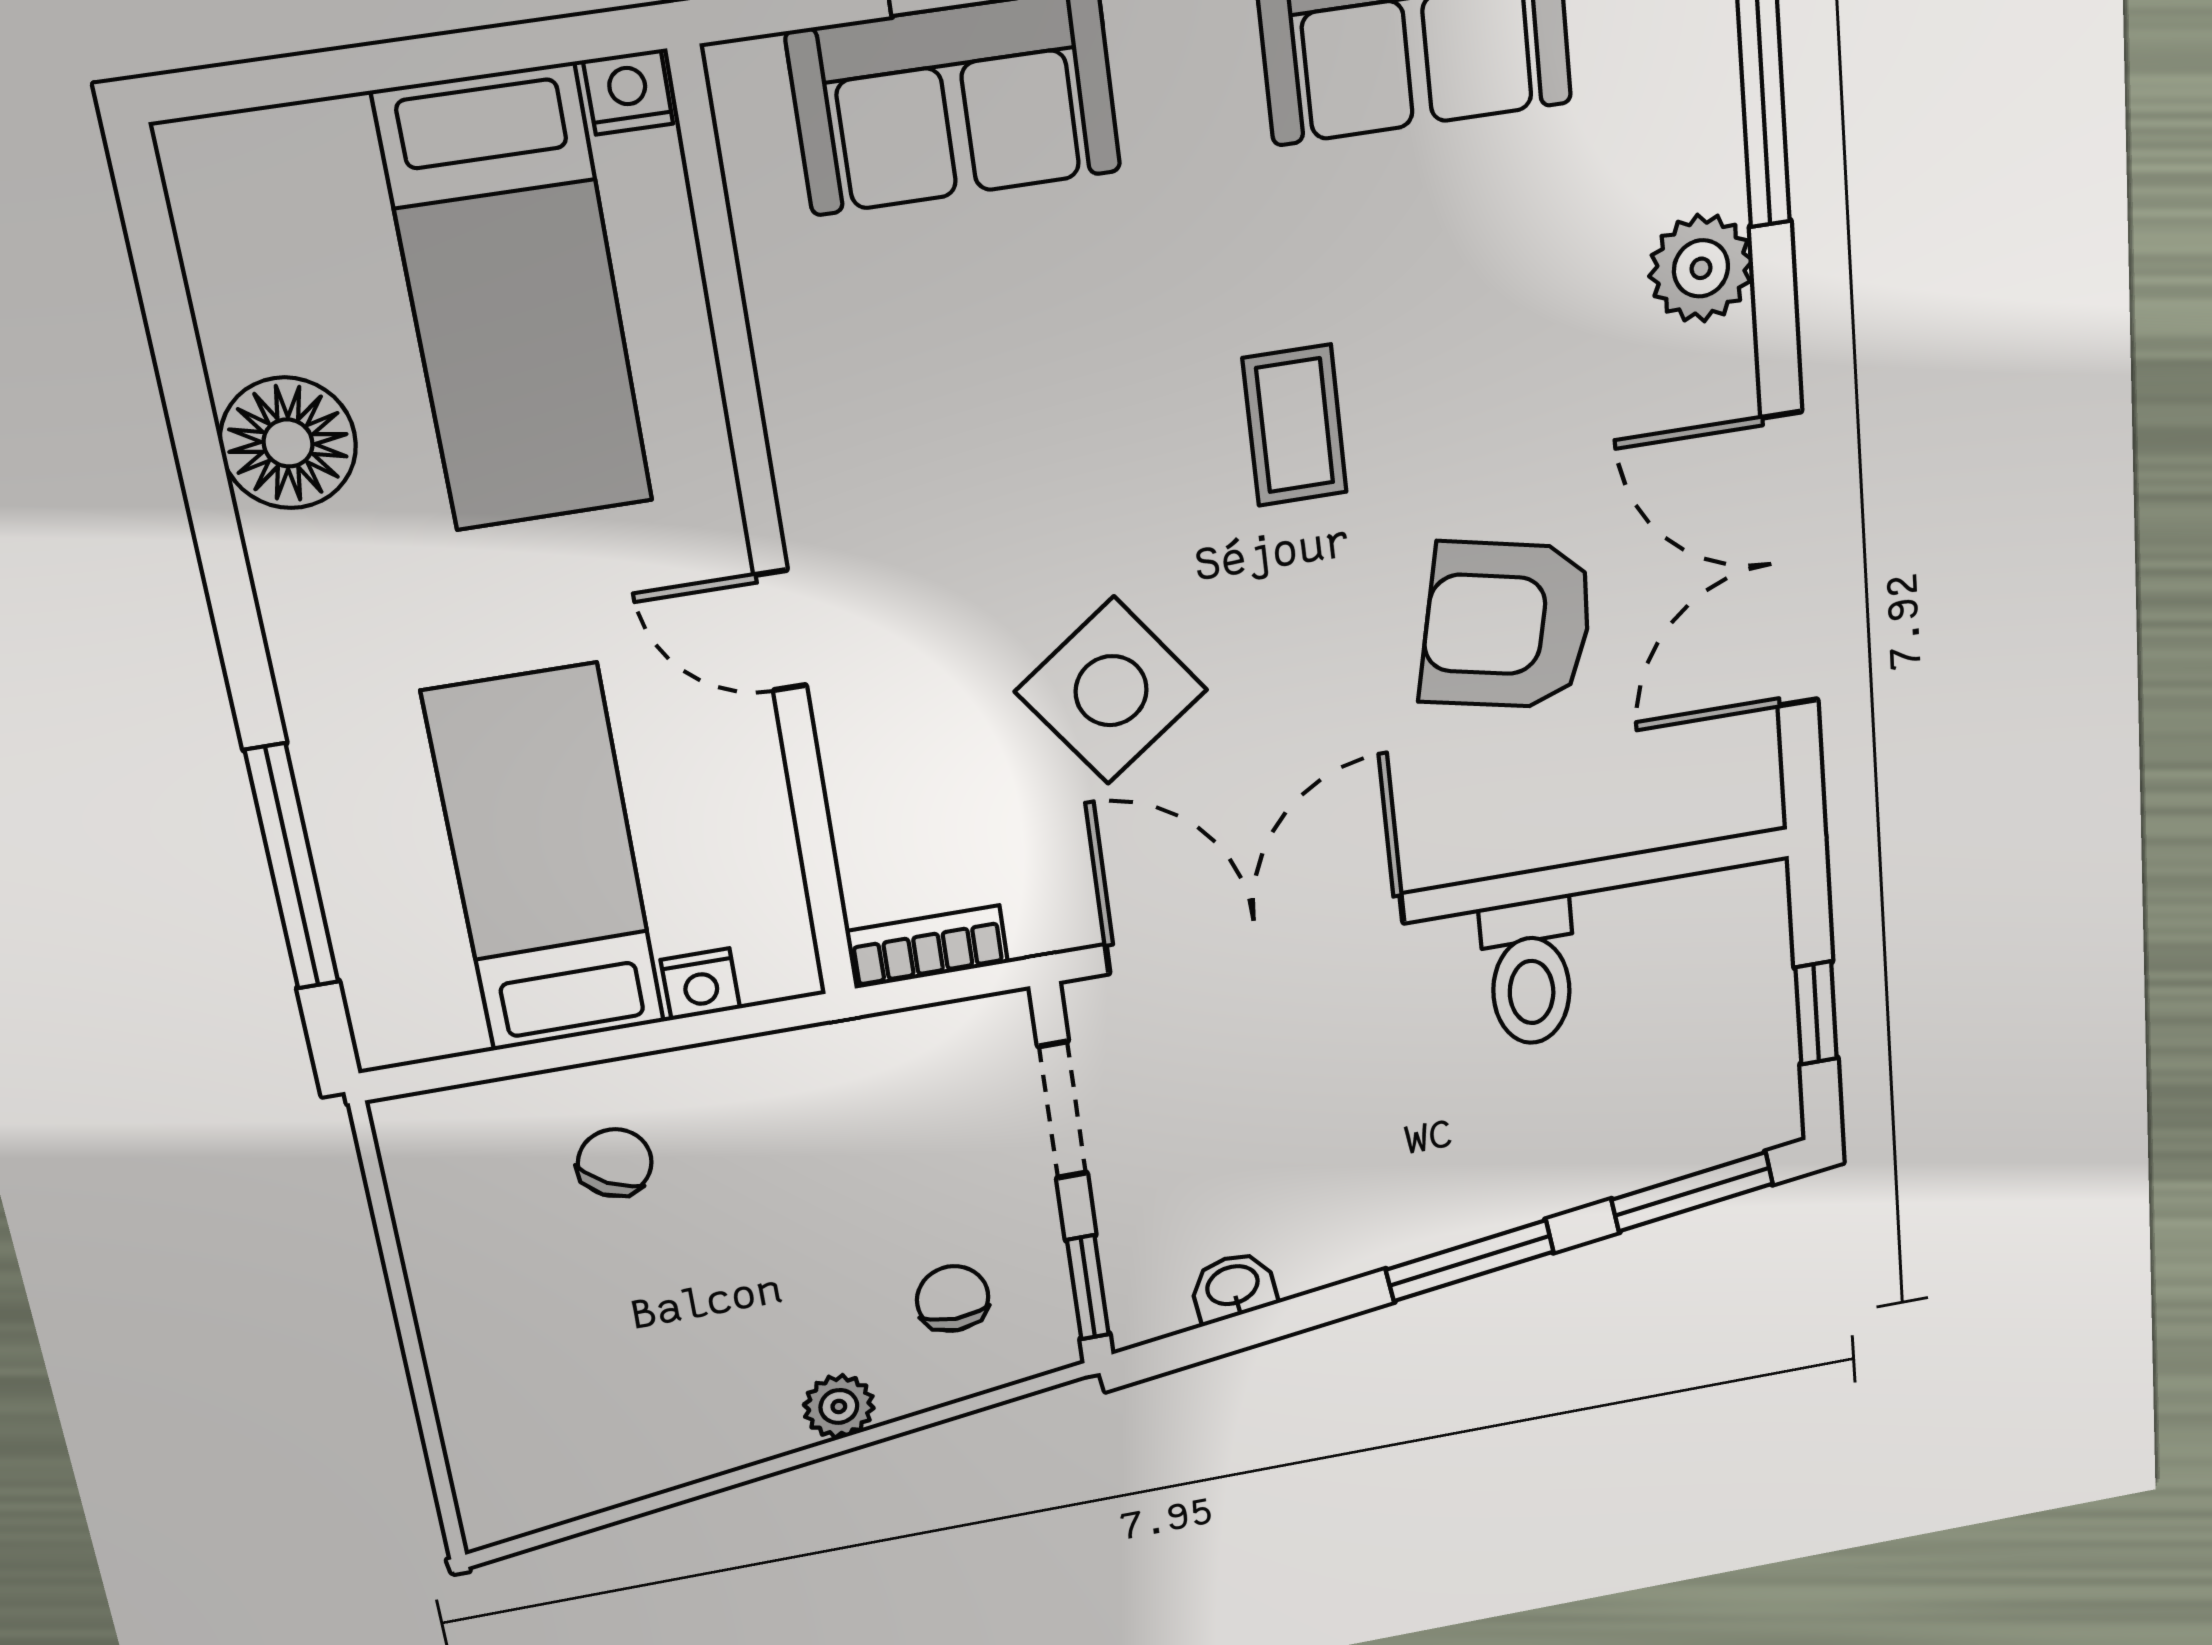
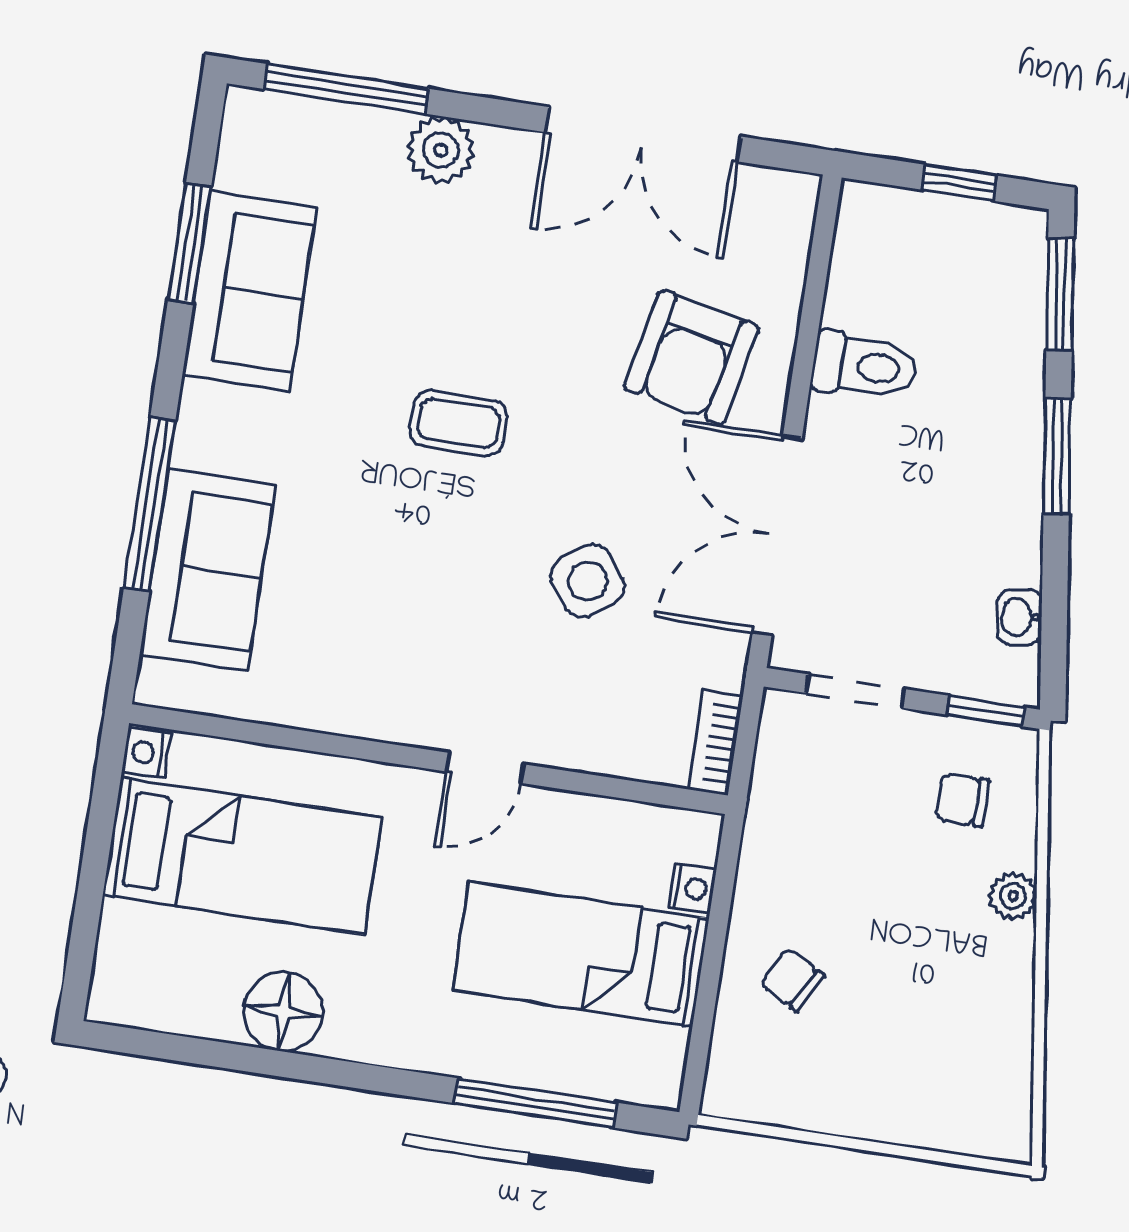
armchair: (1507, 625) -> (691, 357), moved
side table: (1111, 691) -> (588, 581), width x0.73, depth x0.73

